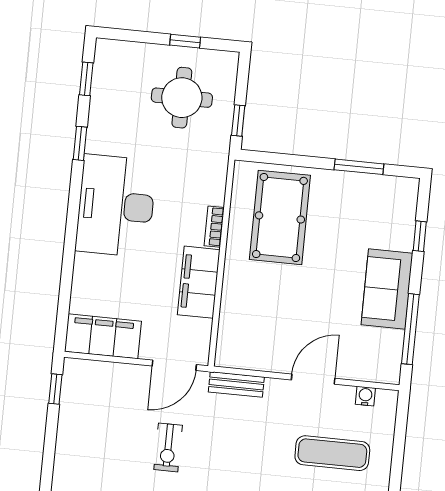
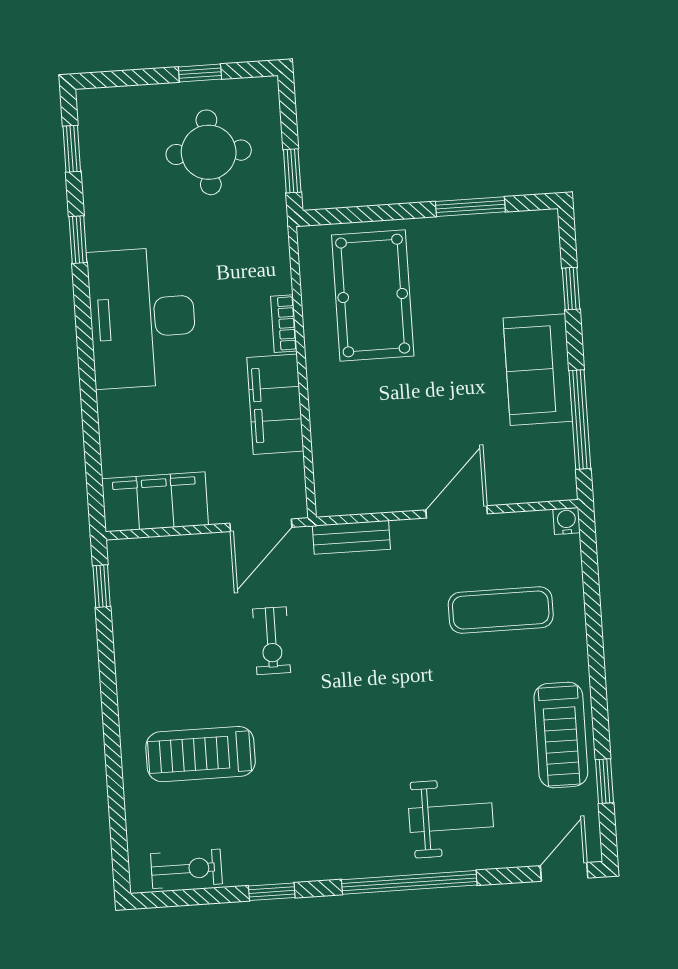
water cooler: (365, 396) -> (567, 521), moved

